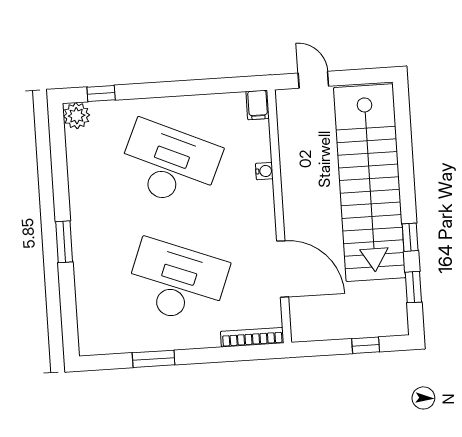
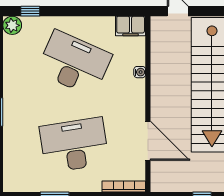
filing cabinet: (258, 105) -> (131, 26), width x2.00
desk: (177, 282) -> (74, 145), turned -30

